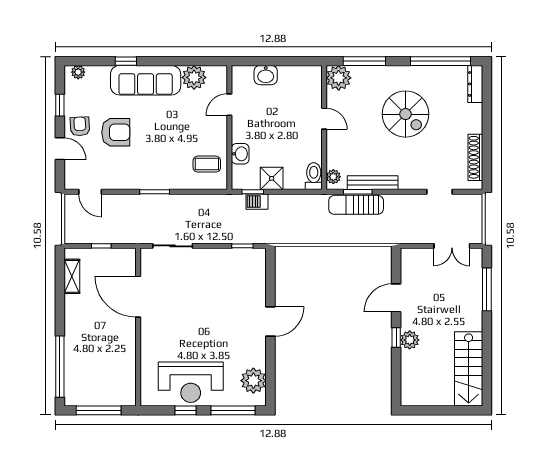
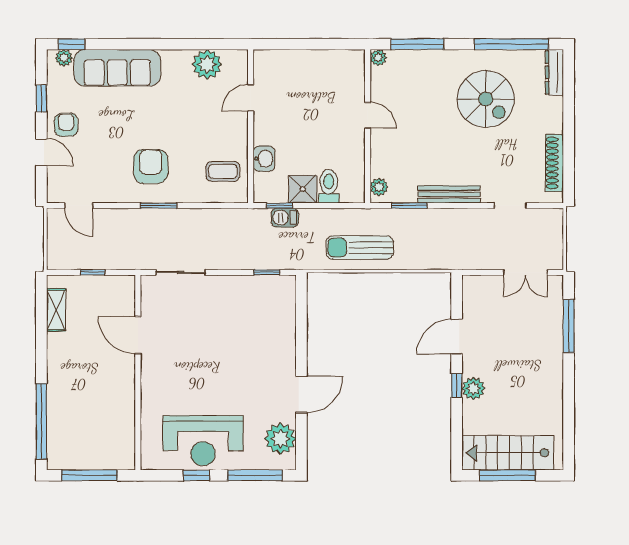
window: (126, 61) -> (71, 44), moved
washbasin: (266, 75) -> (296, 61), removed
plant: (339, 78) -> (378, 58), width x0.53, depth x0.53
sofa: (146, 80) -> (117, 68), moved
spiral stairs: (405, 114) -> (486, 99), moved
armchair: (116, 132) -> (151, 166), moved, turned -90
toilet: (314, 176) -> (329, 186), moved
bench: (373, 183) -> (449, 194), moved
sun lounger: (356, 205) -> (360, 248), moved
door: (138, 297) -> (138, 335), width x0.73
door: (270, 322) -> (301, 395), moved
stairs: (469, 369) -> (508, 453), moved, turned 90
window: (437, 410) -> (507, 475), added

